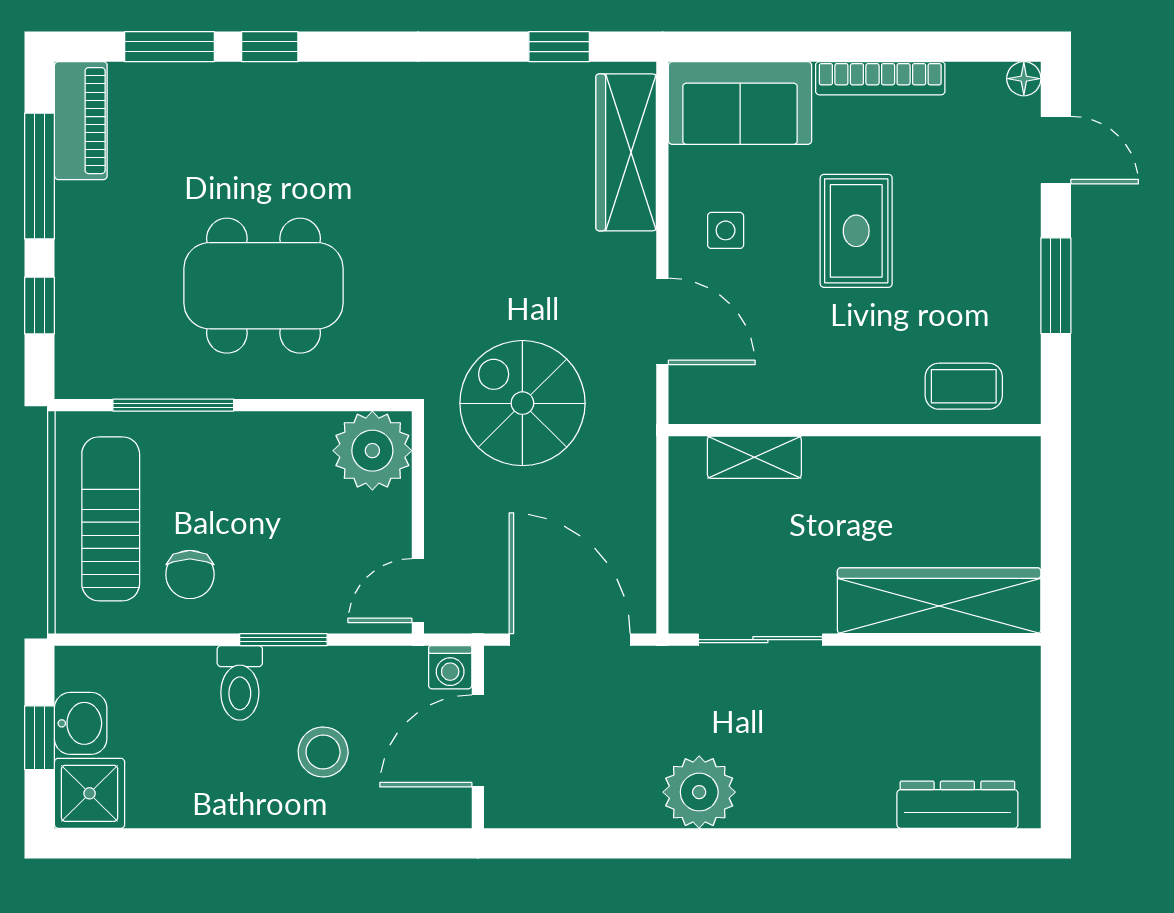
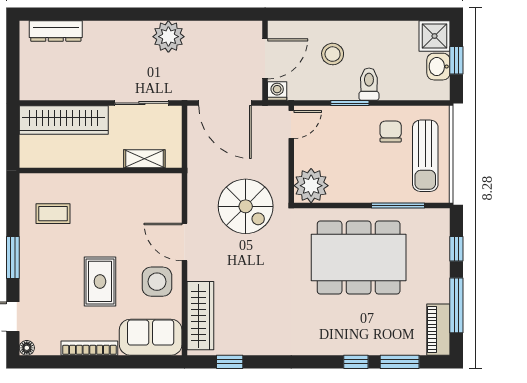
side table: (726, 230) -> (157, 282), width x1.87, depth x1.87
dining table: (263, 286) -> (359, 258), width x1.36, depth x1.24
wall: (855, 430) -> (101, 171), moved
shelving: (754, 457) -> (144, 159), moved

